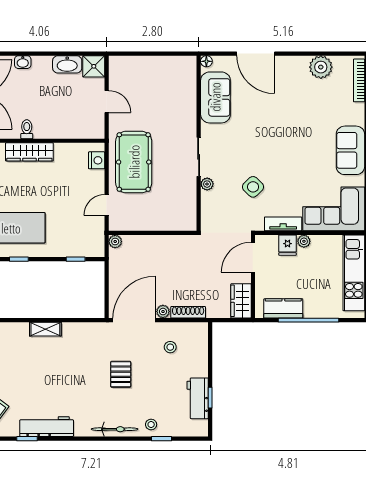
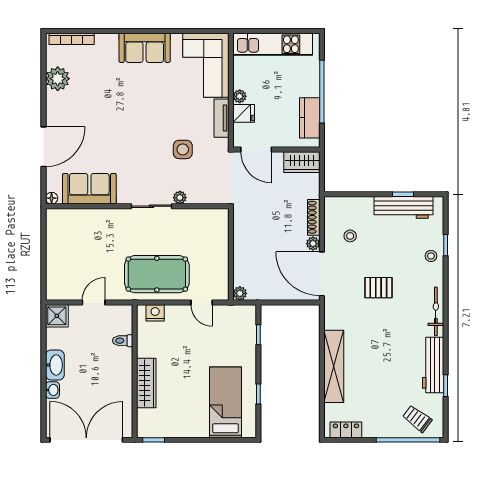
washbasin: (67, 64) -> (55, 365), moved
toilet: (27, 129) -> (123, 341), moved
side table: (253, 187) -> (183, 149), turned 45
shelving: (45, 329) -> (334, 366), width x2.20, depth x1.33
workbench: (198, 398) -> (404, 207), width x1.38
bicycle: (115, 429) -> (436, 311), moved

